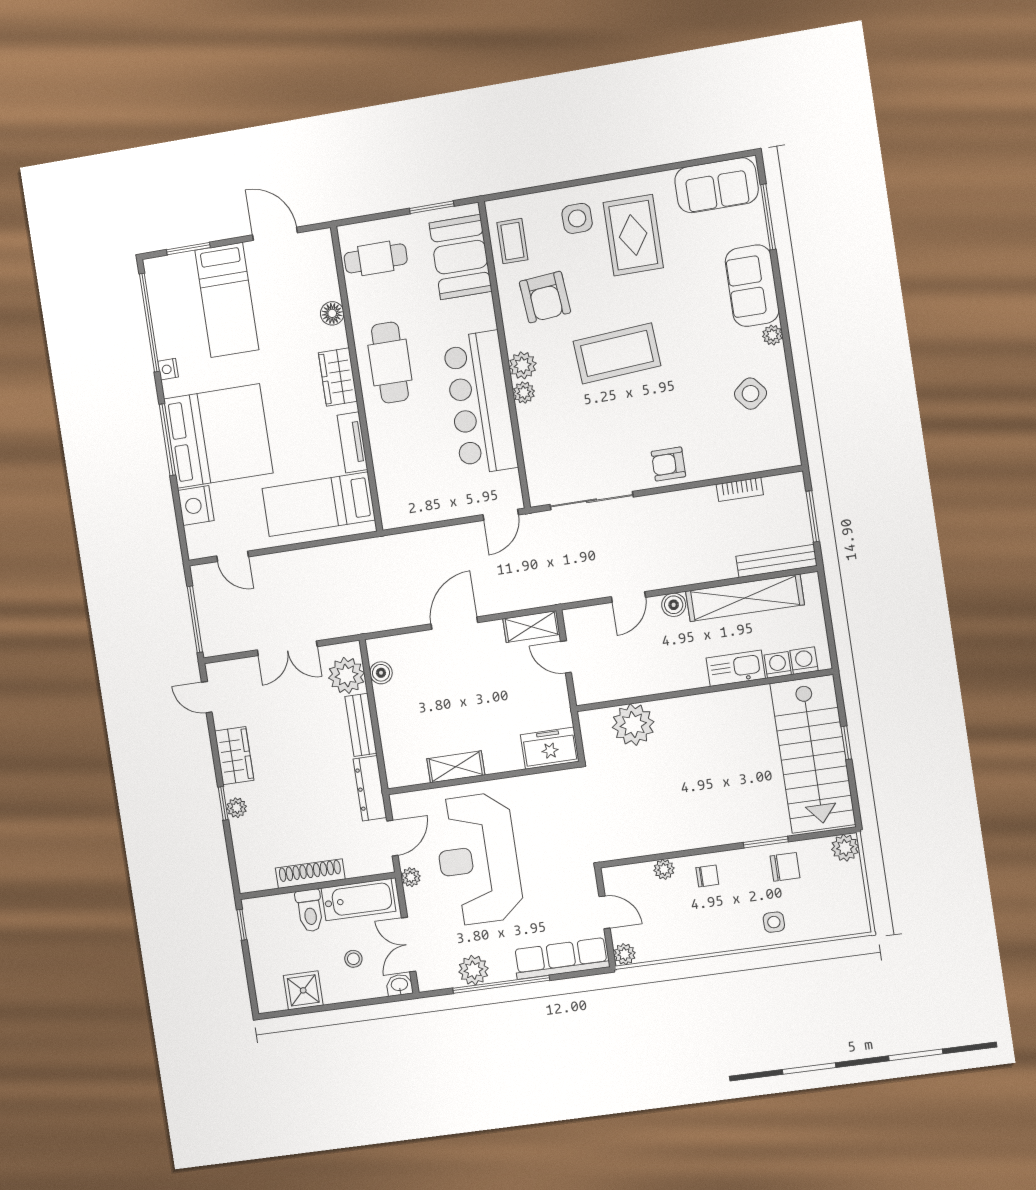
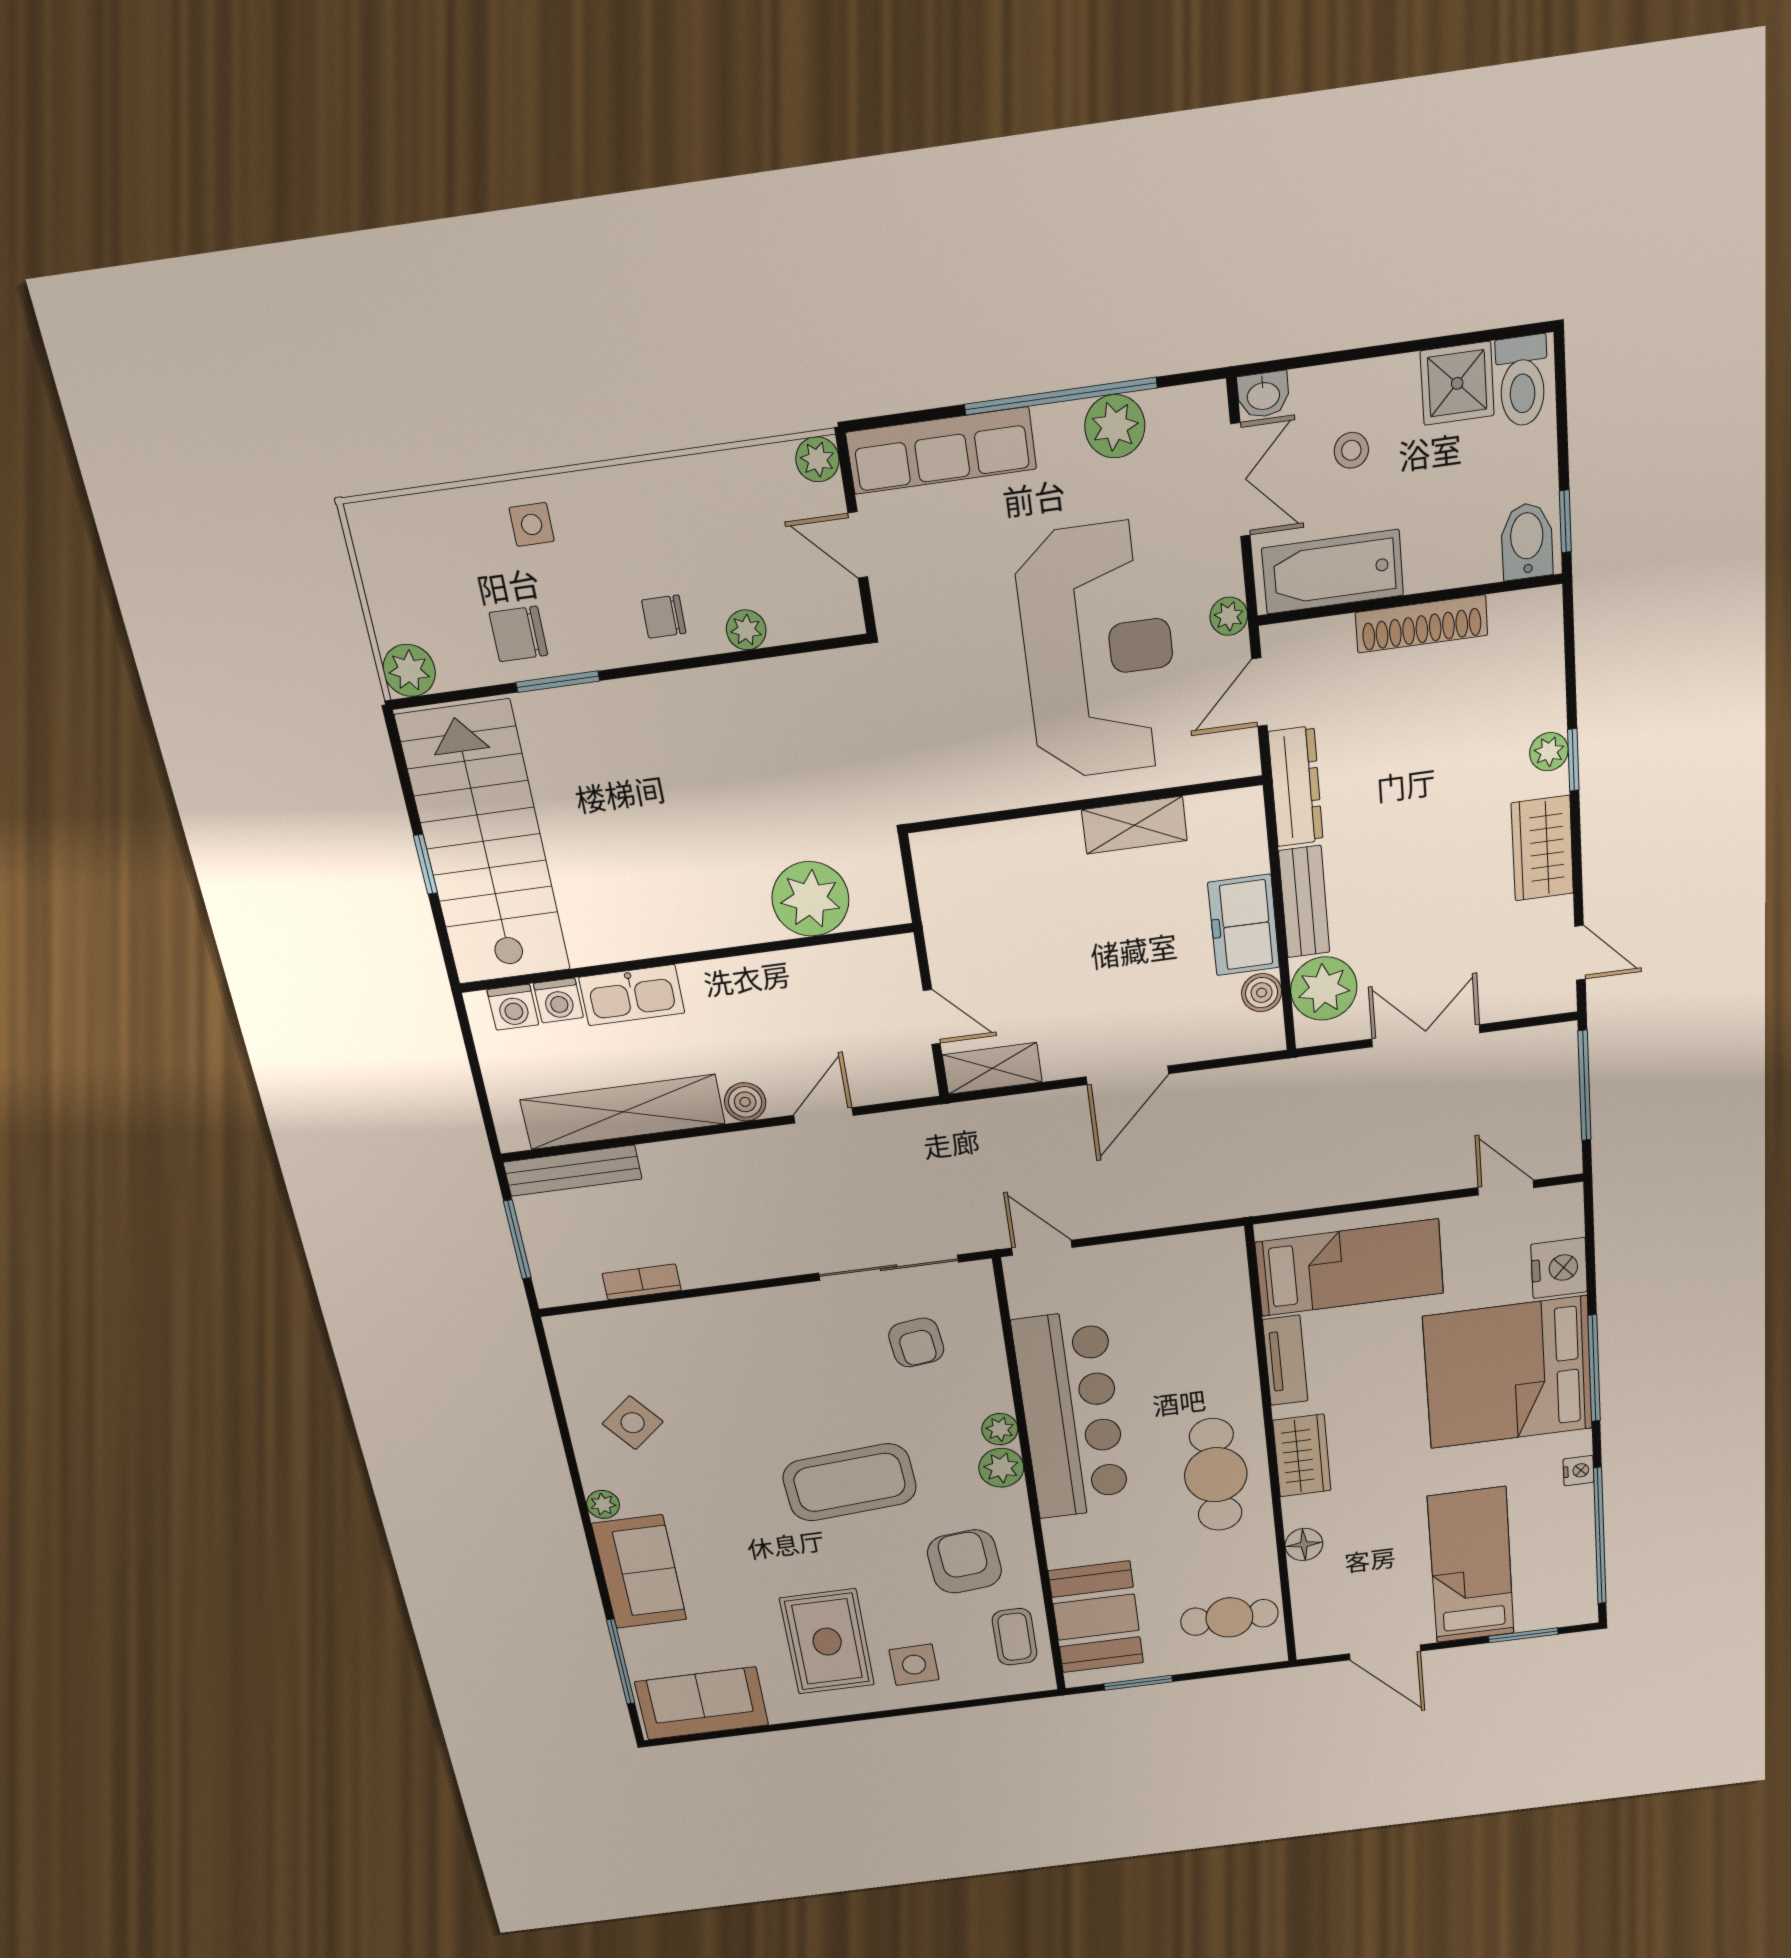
armchair: (668, 464) -> (916, 1343), moved, turned 83
door: (501, 515) -> (1042, 1248), hinge flipped
freezer: (550, 748) -> (1244, 925), moved, turned 90
toilet: (310, 911) -> (1522, 381), moved, turned 180
bidet: (260, 915) -> (1527, 541), added

